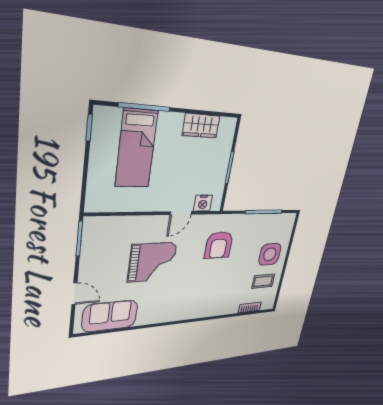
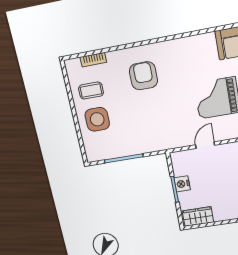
wardrobe: (201, 126) -> (198, 217), moved
nightstand: (203, 203) -> (182, 184), moved, turned -90
armchair: (219, 245) -> (143, 76), moved

